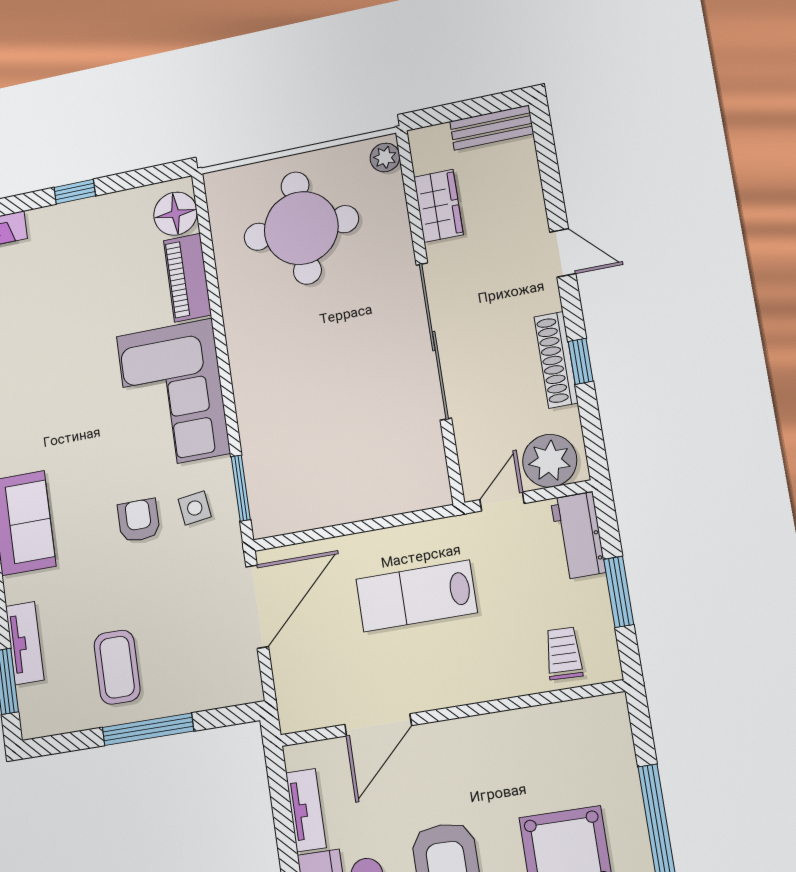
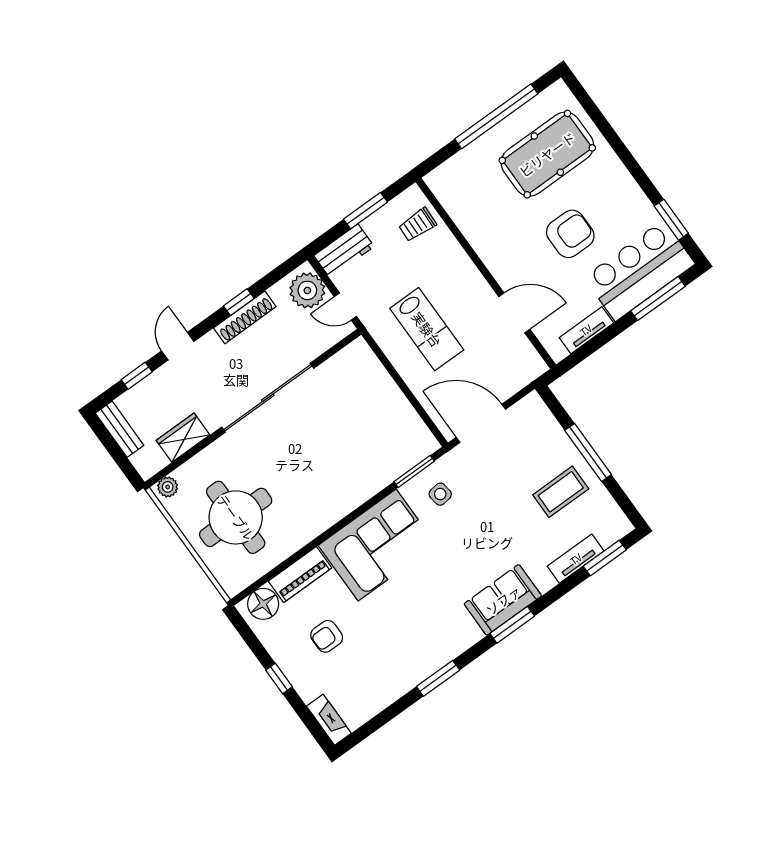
window: (551, 181) -> (137, 376), added
armchair: (139, 520) -> (327, 636), moved

